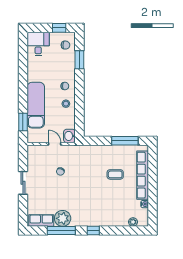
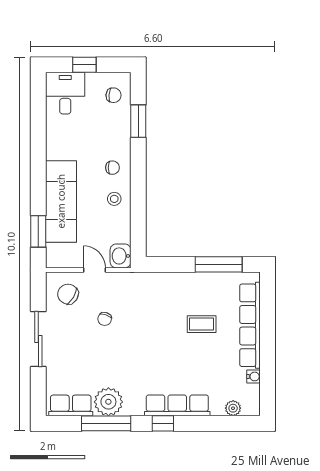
window: (59, 28) -> (84, 65), moved
chair: (40, 158) -> (68, 294), added
sliding door: (23, 183) -> (38, 339), width x1.37
row of seats: (101, 220) -> (177, 405), added

